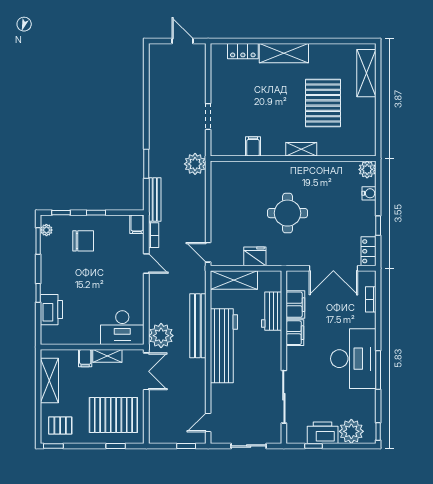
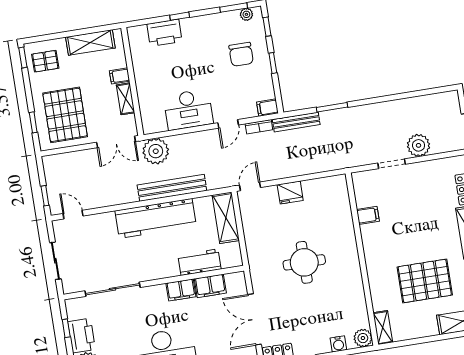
shelving: (301, 149) -> (383, 328), moved
plant: (195, 164) -> (419, 145), moved
fridge: (255, 256) -> (290, 193), moved, turned 90
desk: (122, 328) -> (188, 110), moved, turned -90
pallet: (60, 426) -> (45, 61), turned 90

